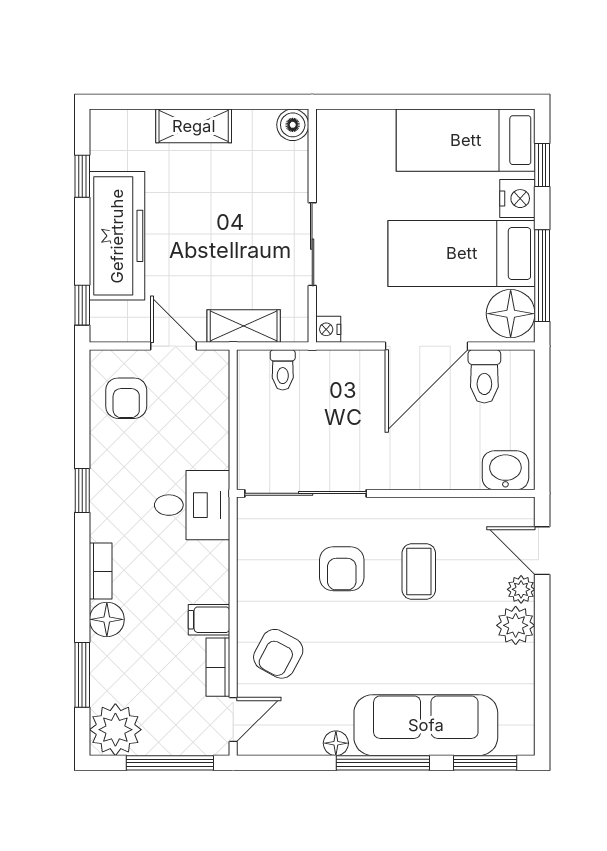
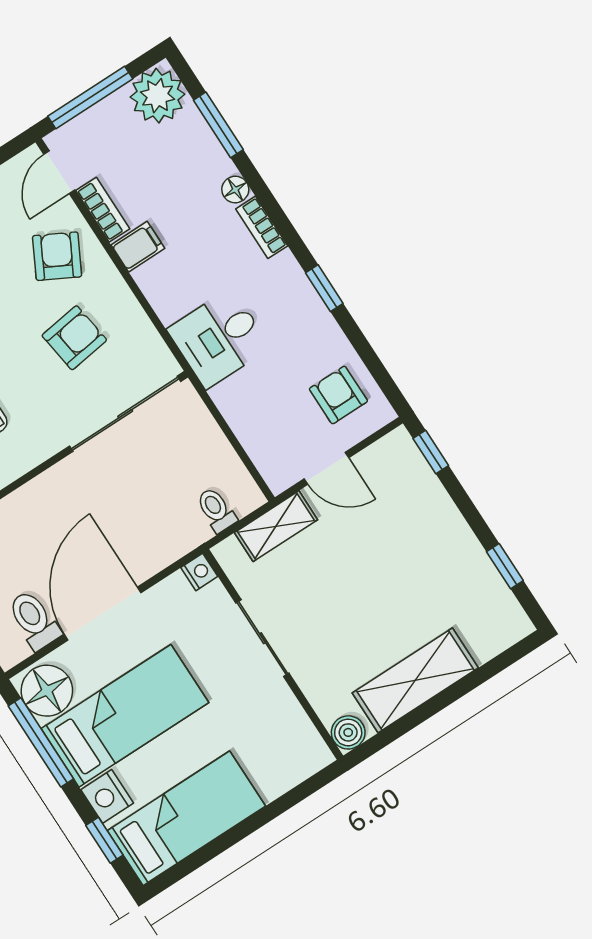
shelving: (194, 126) -> (415, 680), width x1.50, depth x1.33
freezer: (117, 236) -> (440, 533), removed
armchair: (342, 569) -> (74, 338), moved, turned 82
floor lamp: (107, 619) -> (235, 190), width x0.73, depth x0.73

